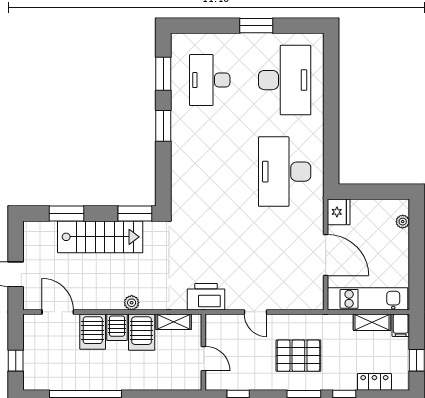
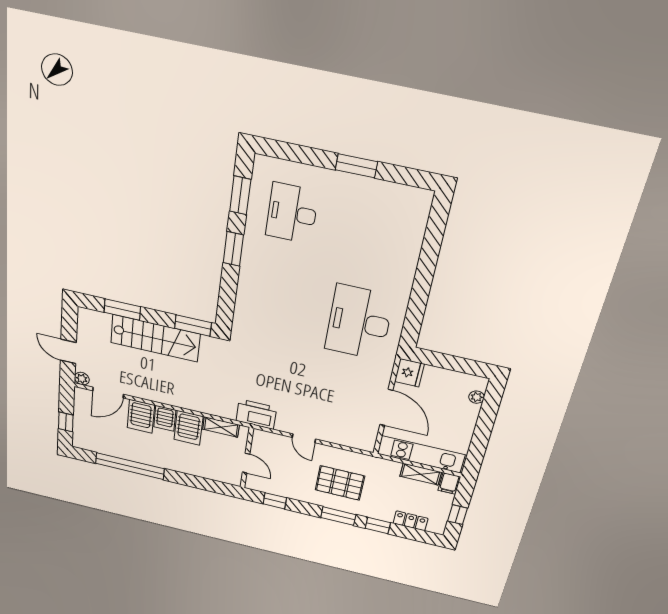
desk: (285, 80) -> (378, 232), removed
plant: (132, 303) -> (82, 379), moved
door: (58, 312) -> (108, 392), swing flipped

